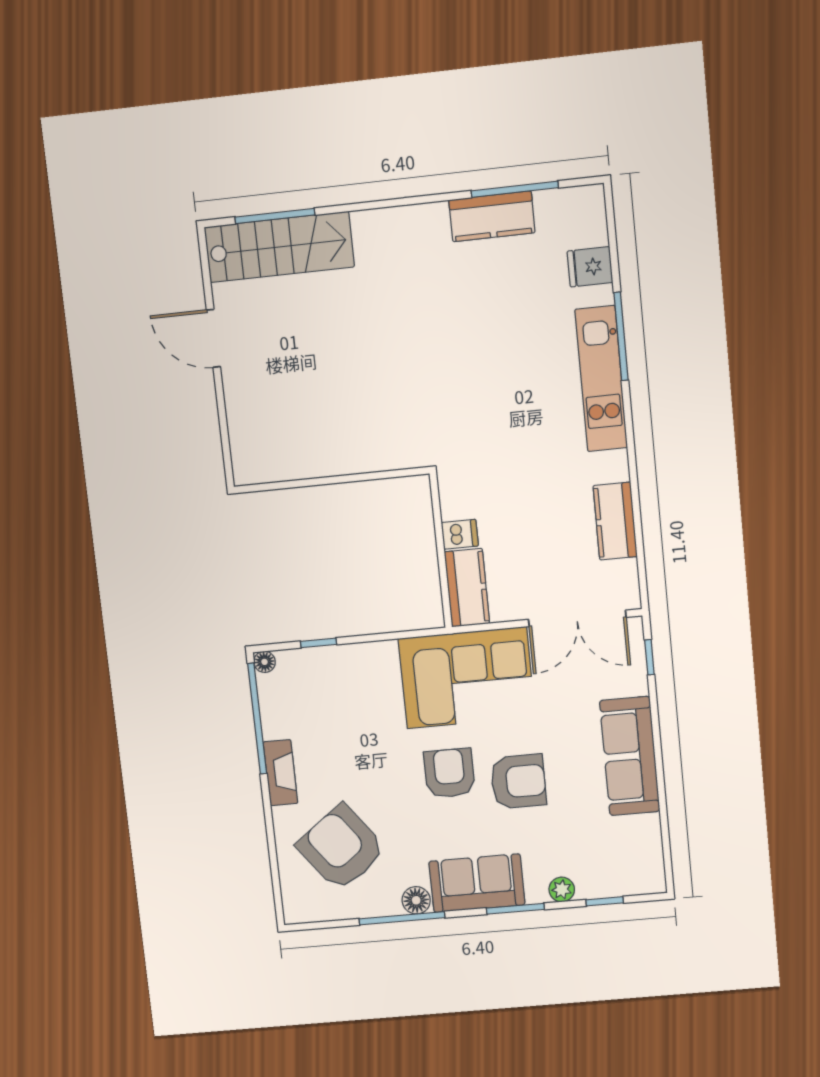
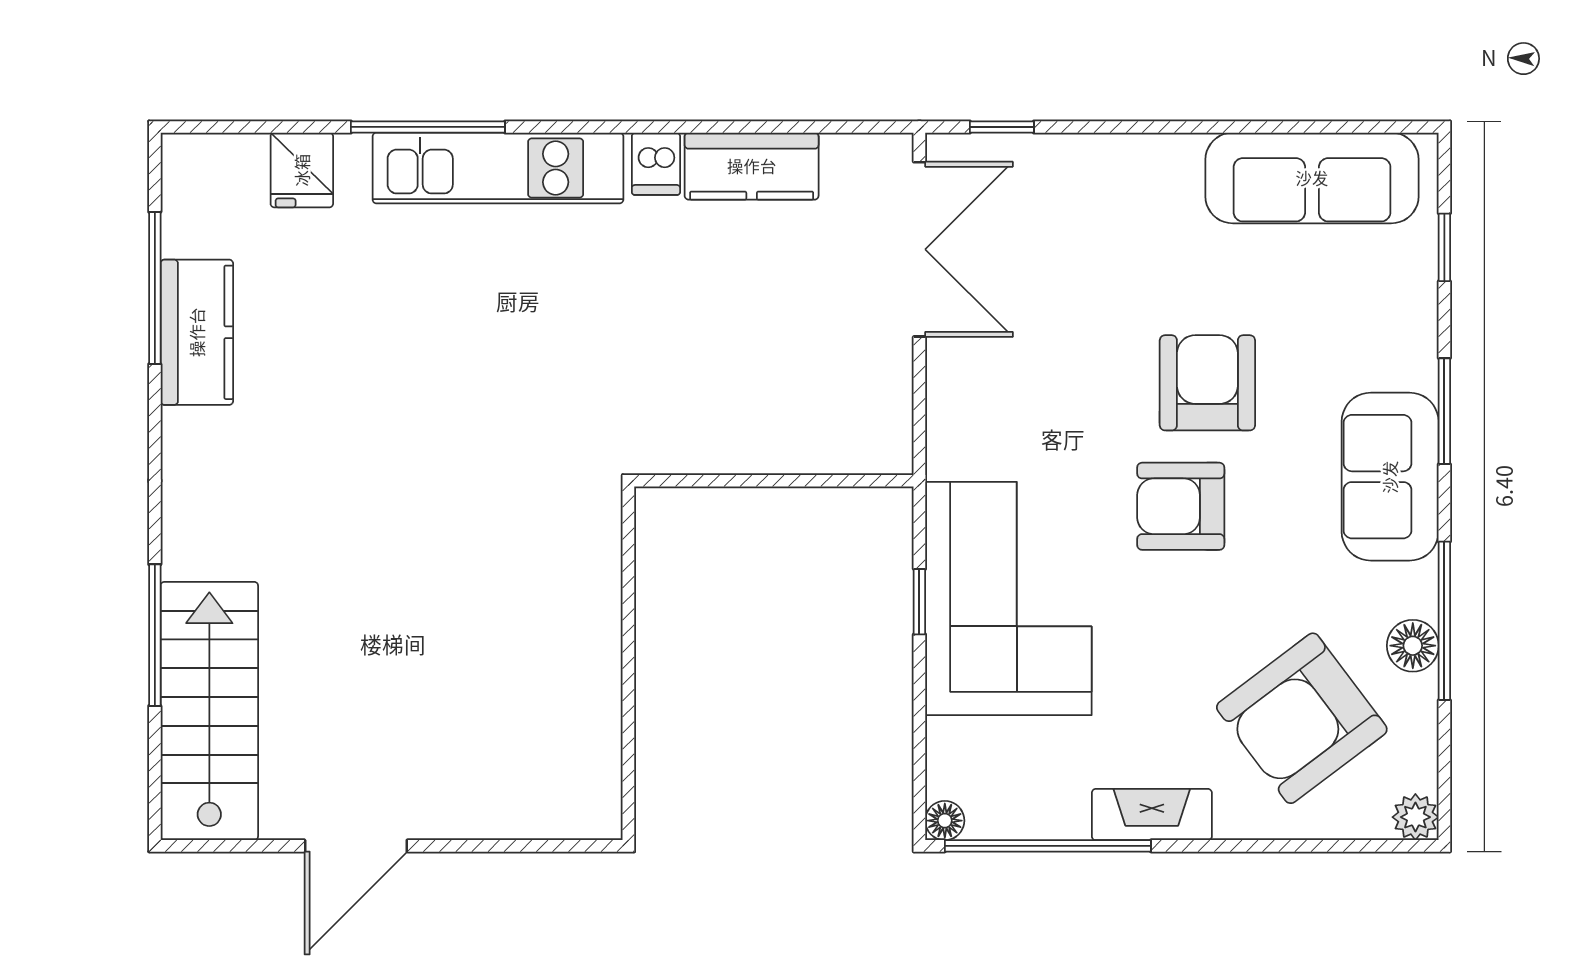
window: (275, 216) -> (155, 635), moved
dishwasher: (460, 534) -> (656, 164), moved, turned 180
kitchen counter: (467, 588) -> (845, 441), removed
window: (318, 643) -> (919, 602), moved
corner sofa: (467, 678) -> (1008, 598), moved
sofa: (630, 756) -> (1312, 178), moved
plant: (562, 889) -> (1415, 817), moved
floor lamp: (416, 900) -> (1413, 646), moved

